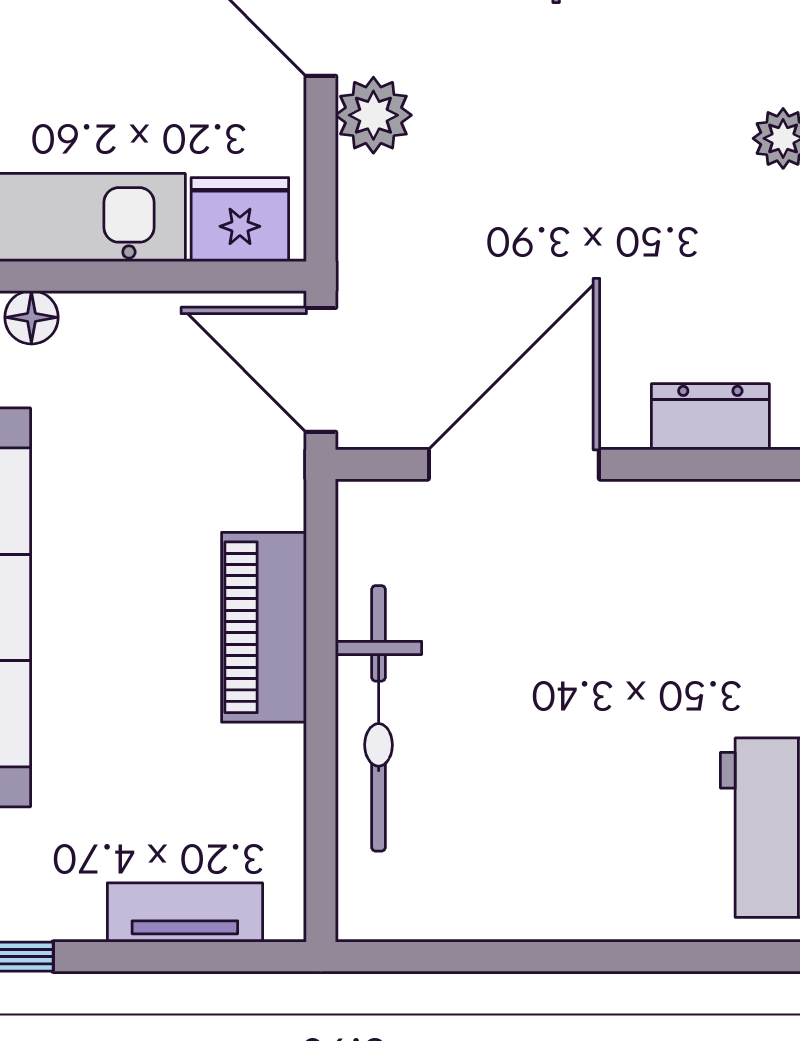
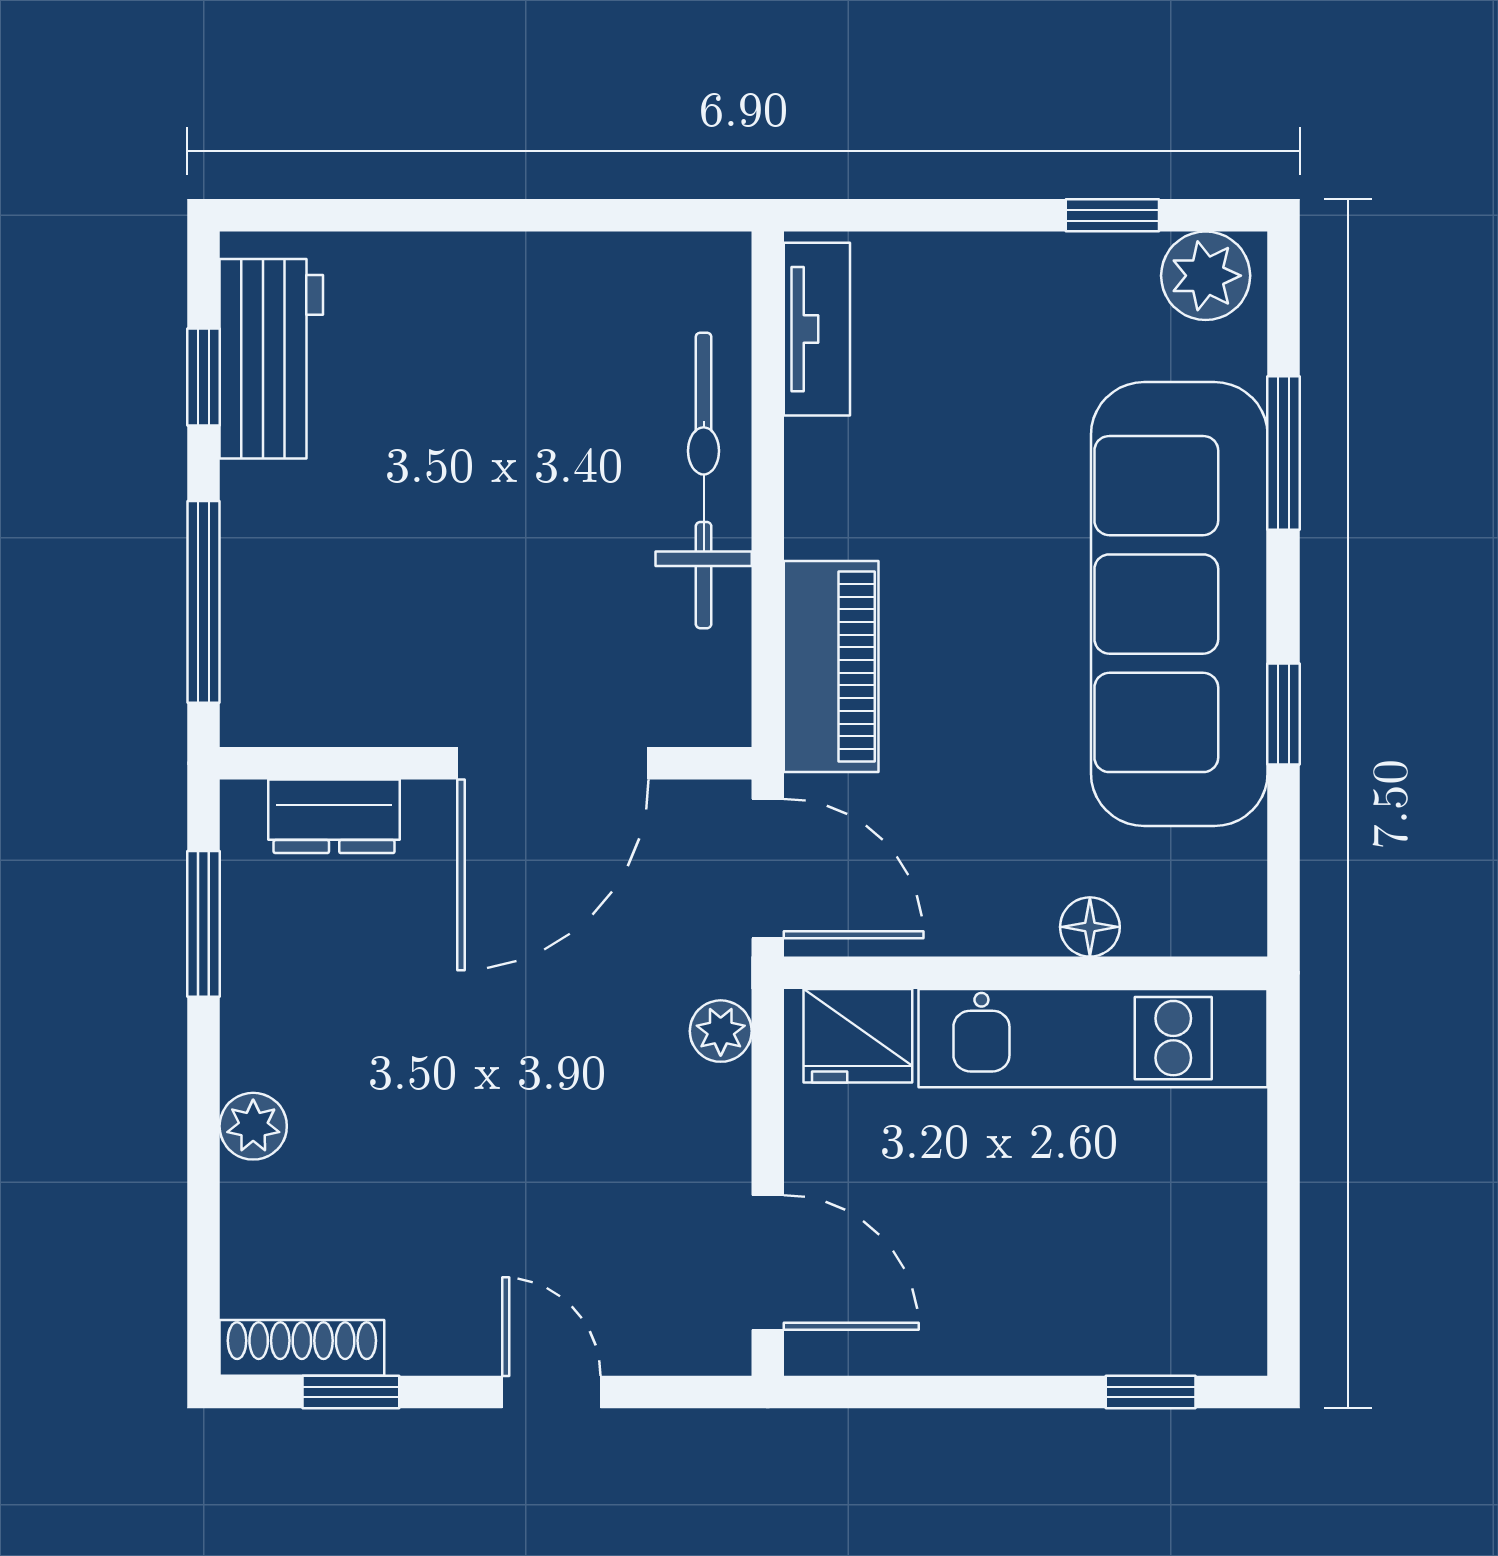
plant: (373, 115) -> (721, 1031), moved, width x0.73, depth x0.73
piano: (264, 627) -> (831, 666), moved
tv unit: (185, 912) -> (817, 329), moved, turned -90

